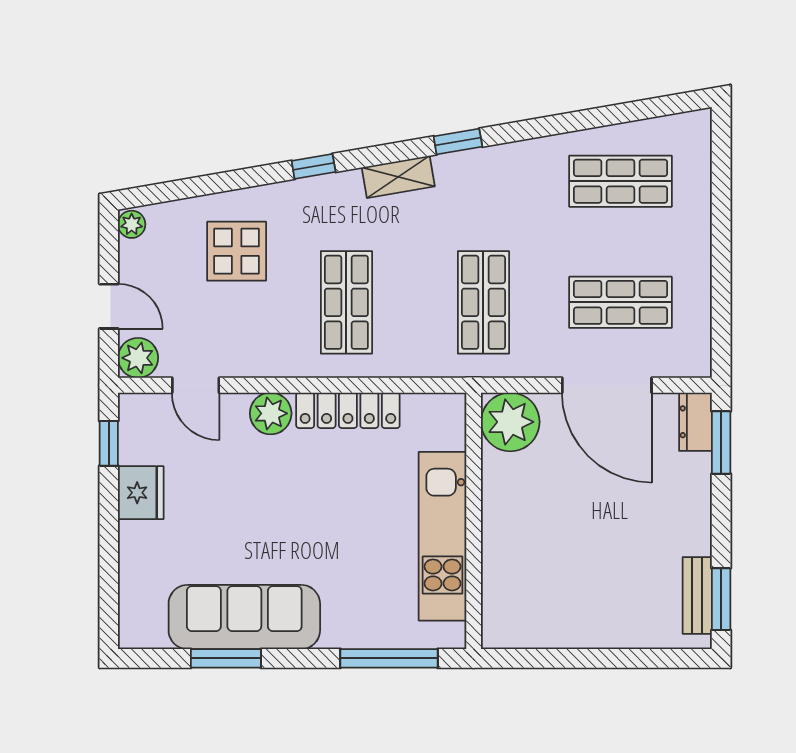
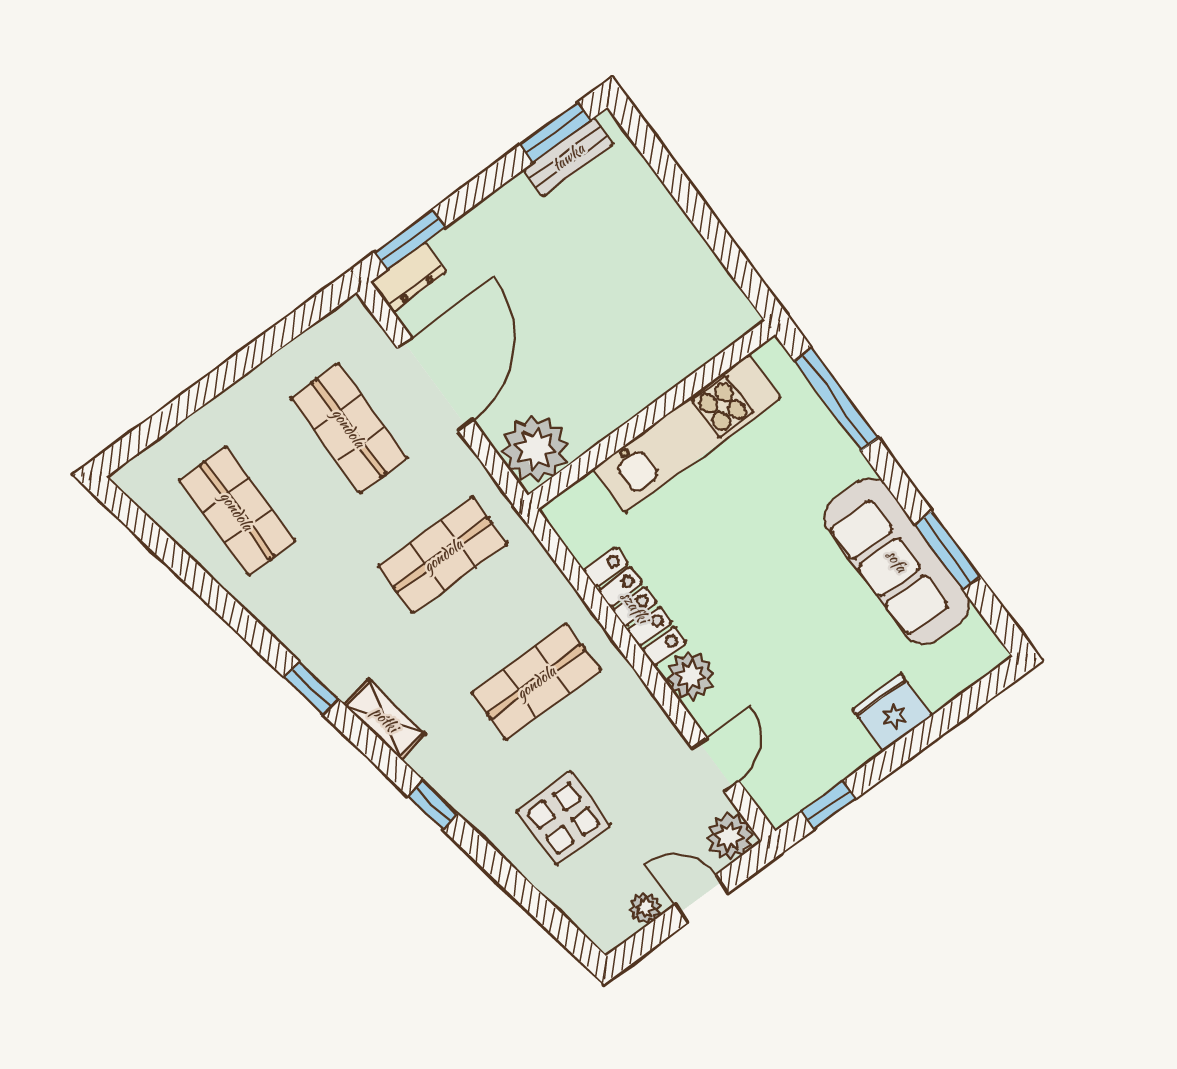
plant: (132, 224) -> (645, 908), moved
door: (109, 306) -> (702, 899), hinge flipped
fridge: (141, 493) -> (892, 713), moved

